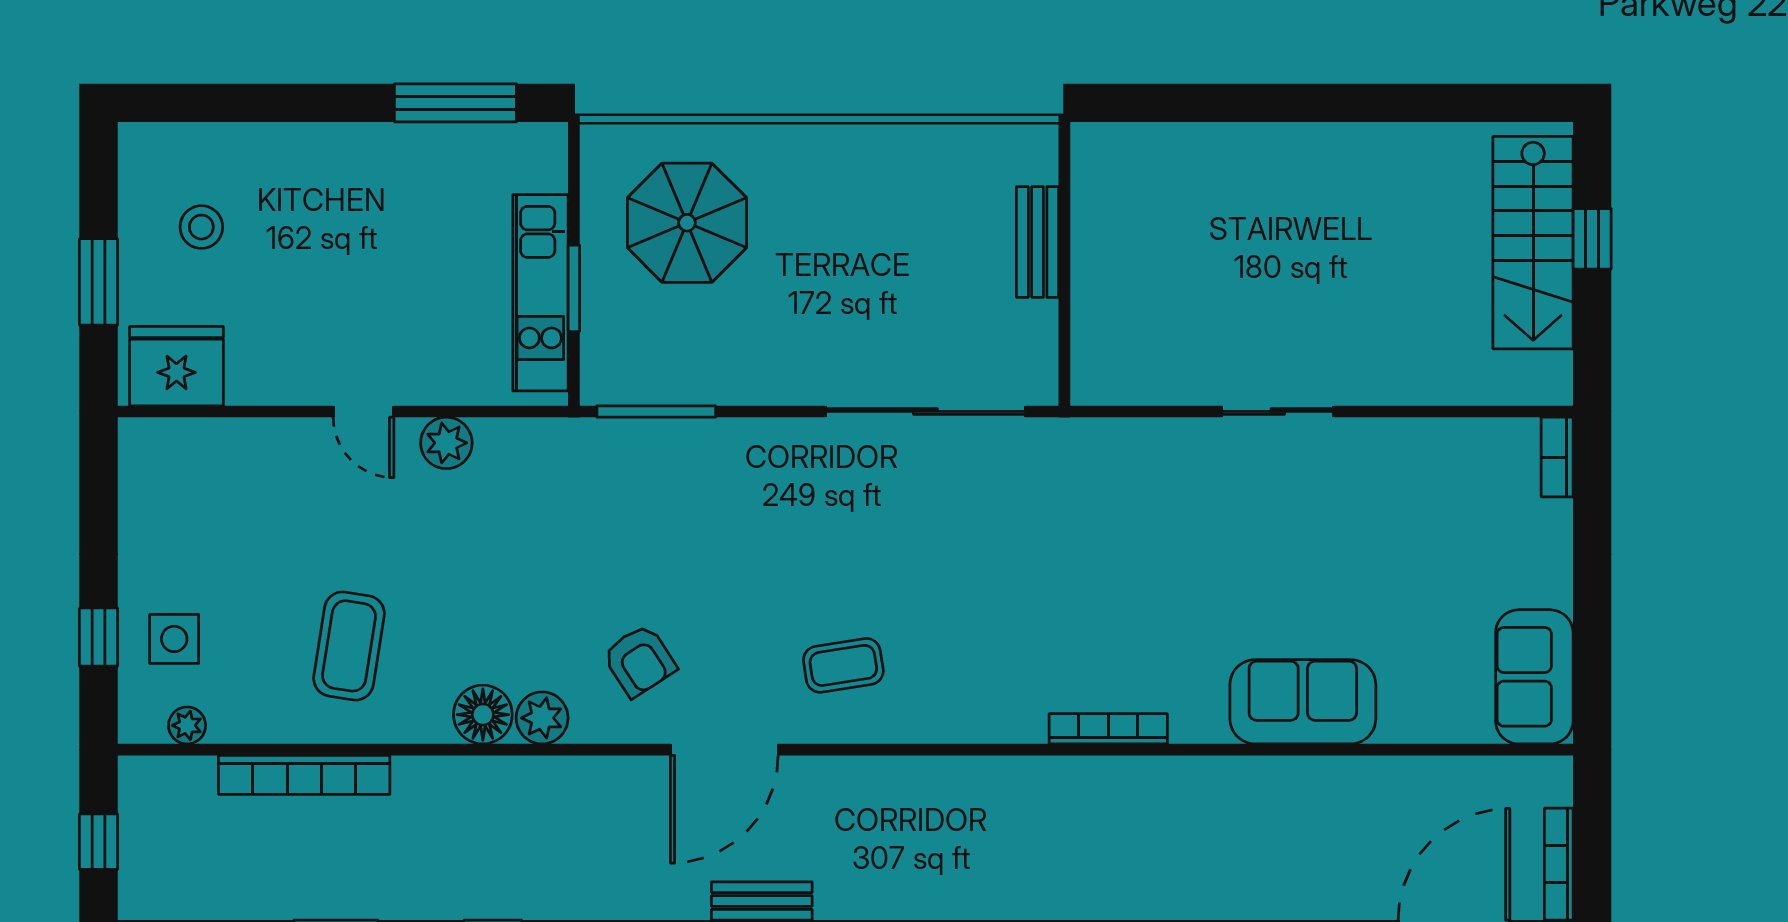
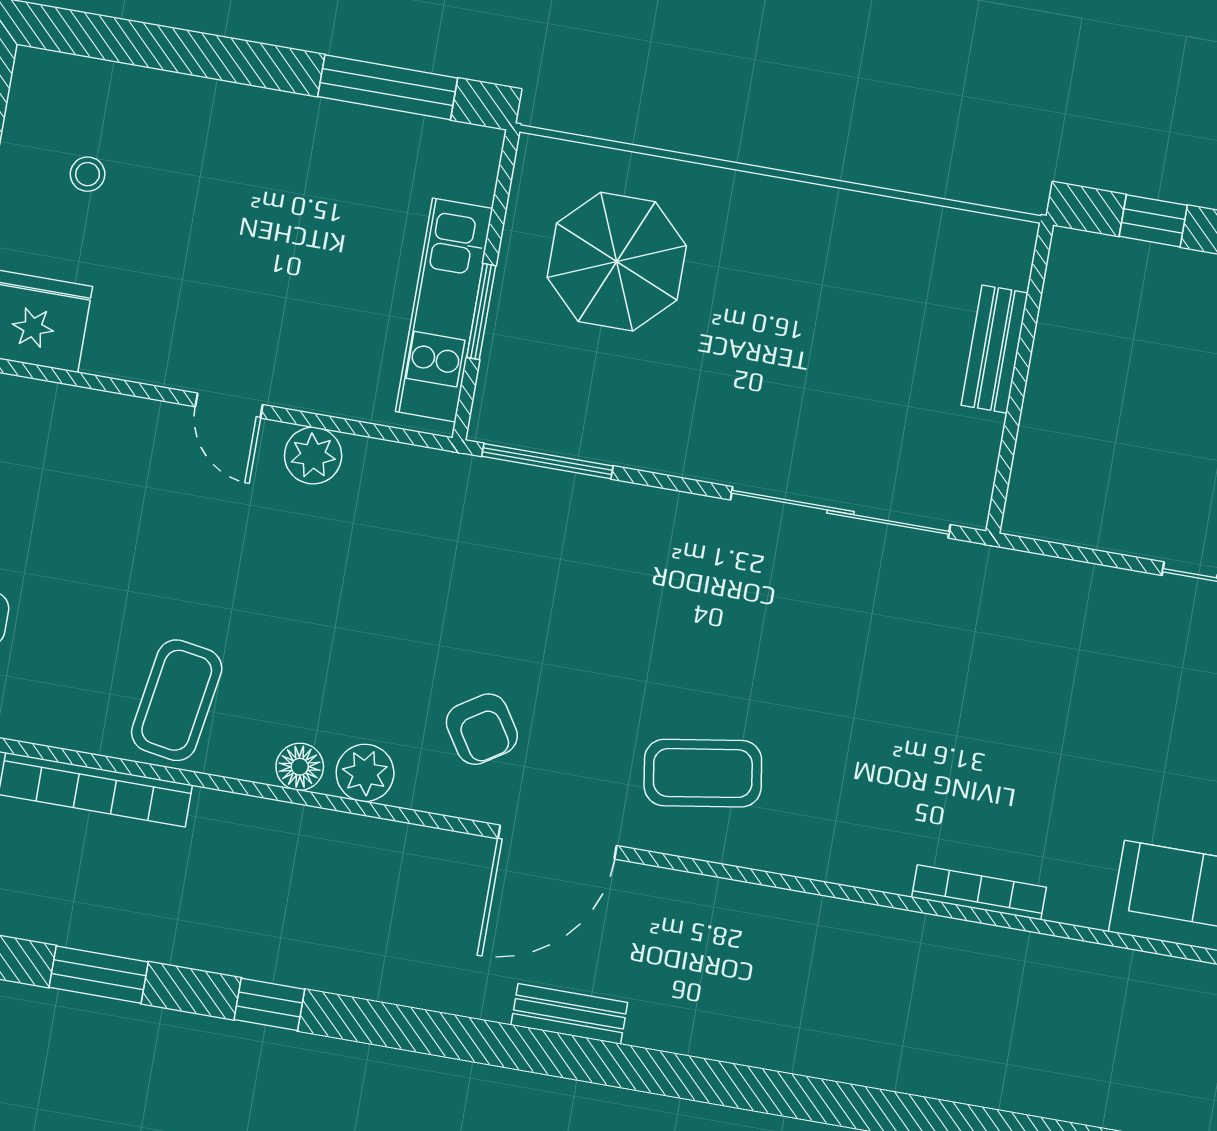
window: (1159, 103) -> (1153, 221), added
stool: (201, 227) -> (88, 174), width x0.73, depth x0.73
coffee table: (349, 646) -> (177, 700), moved
coffee table: (843, 665) -> (703, 773), width x1.36, depth x1.30
floor lamp: (483, 715) -> (300, 767), width x0.73, depth x0.73

